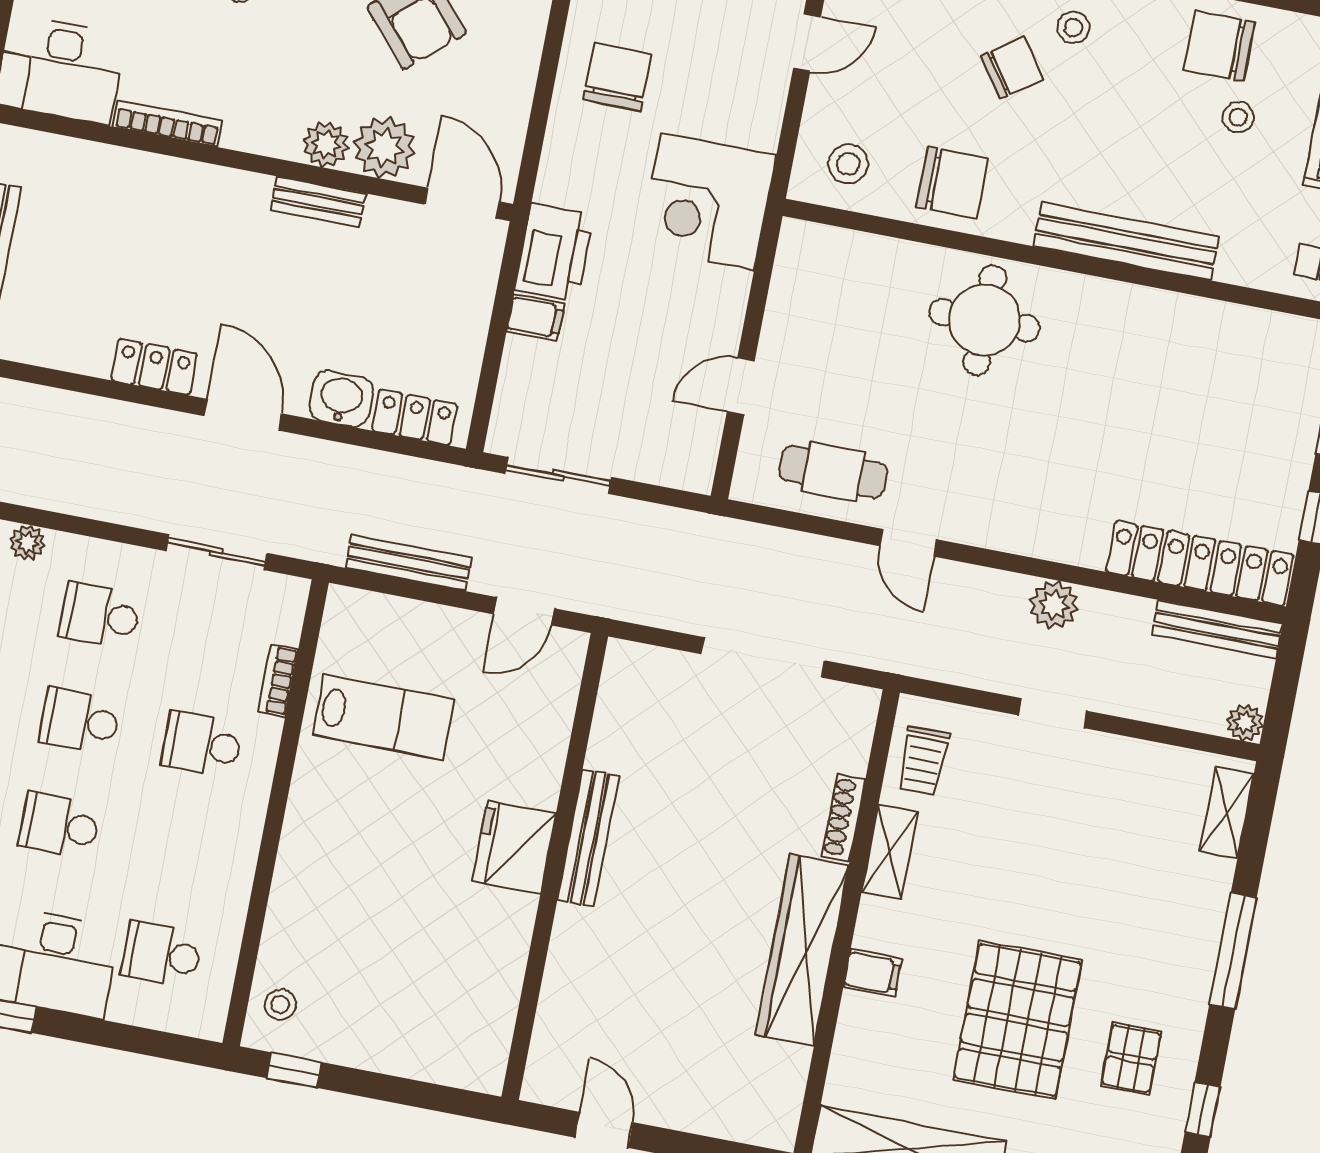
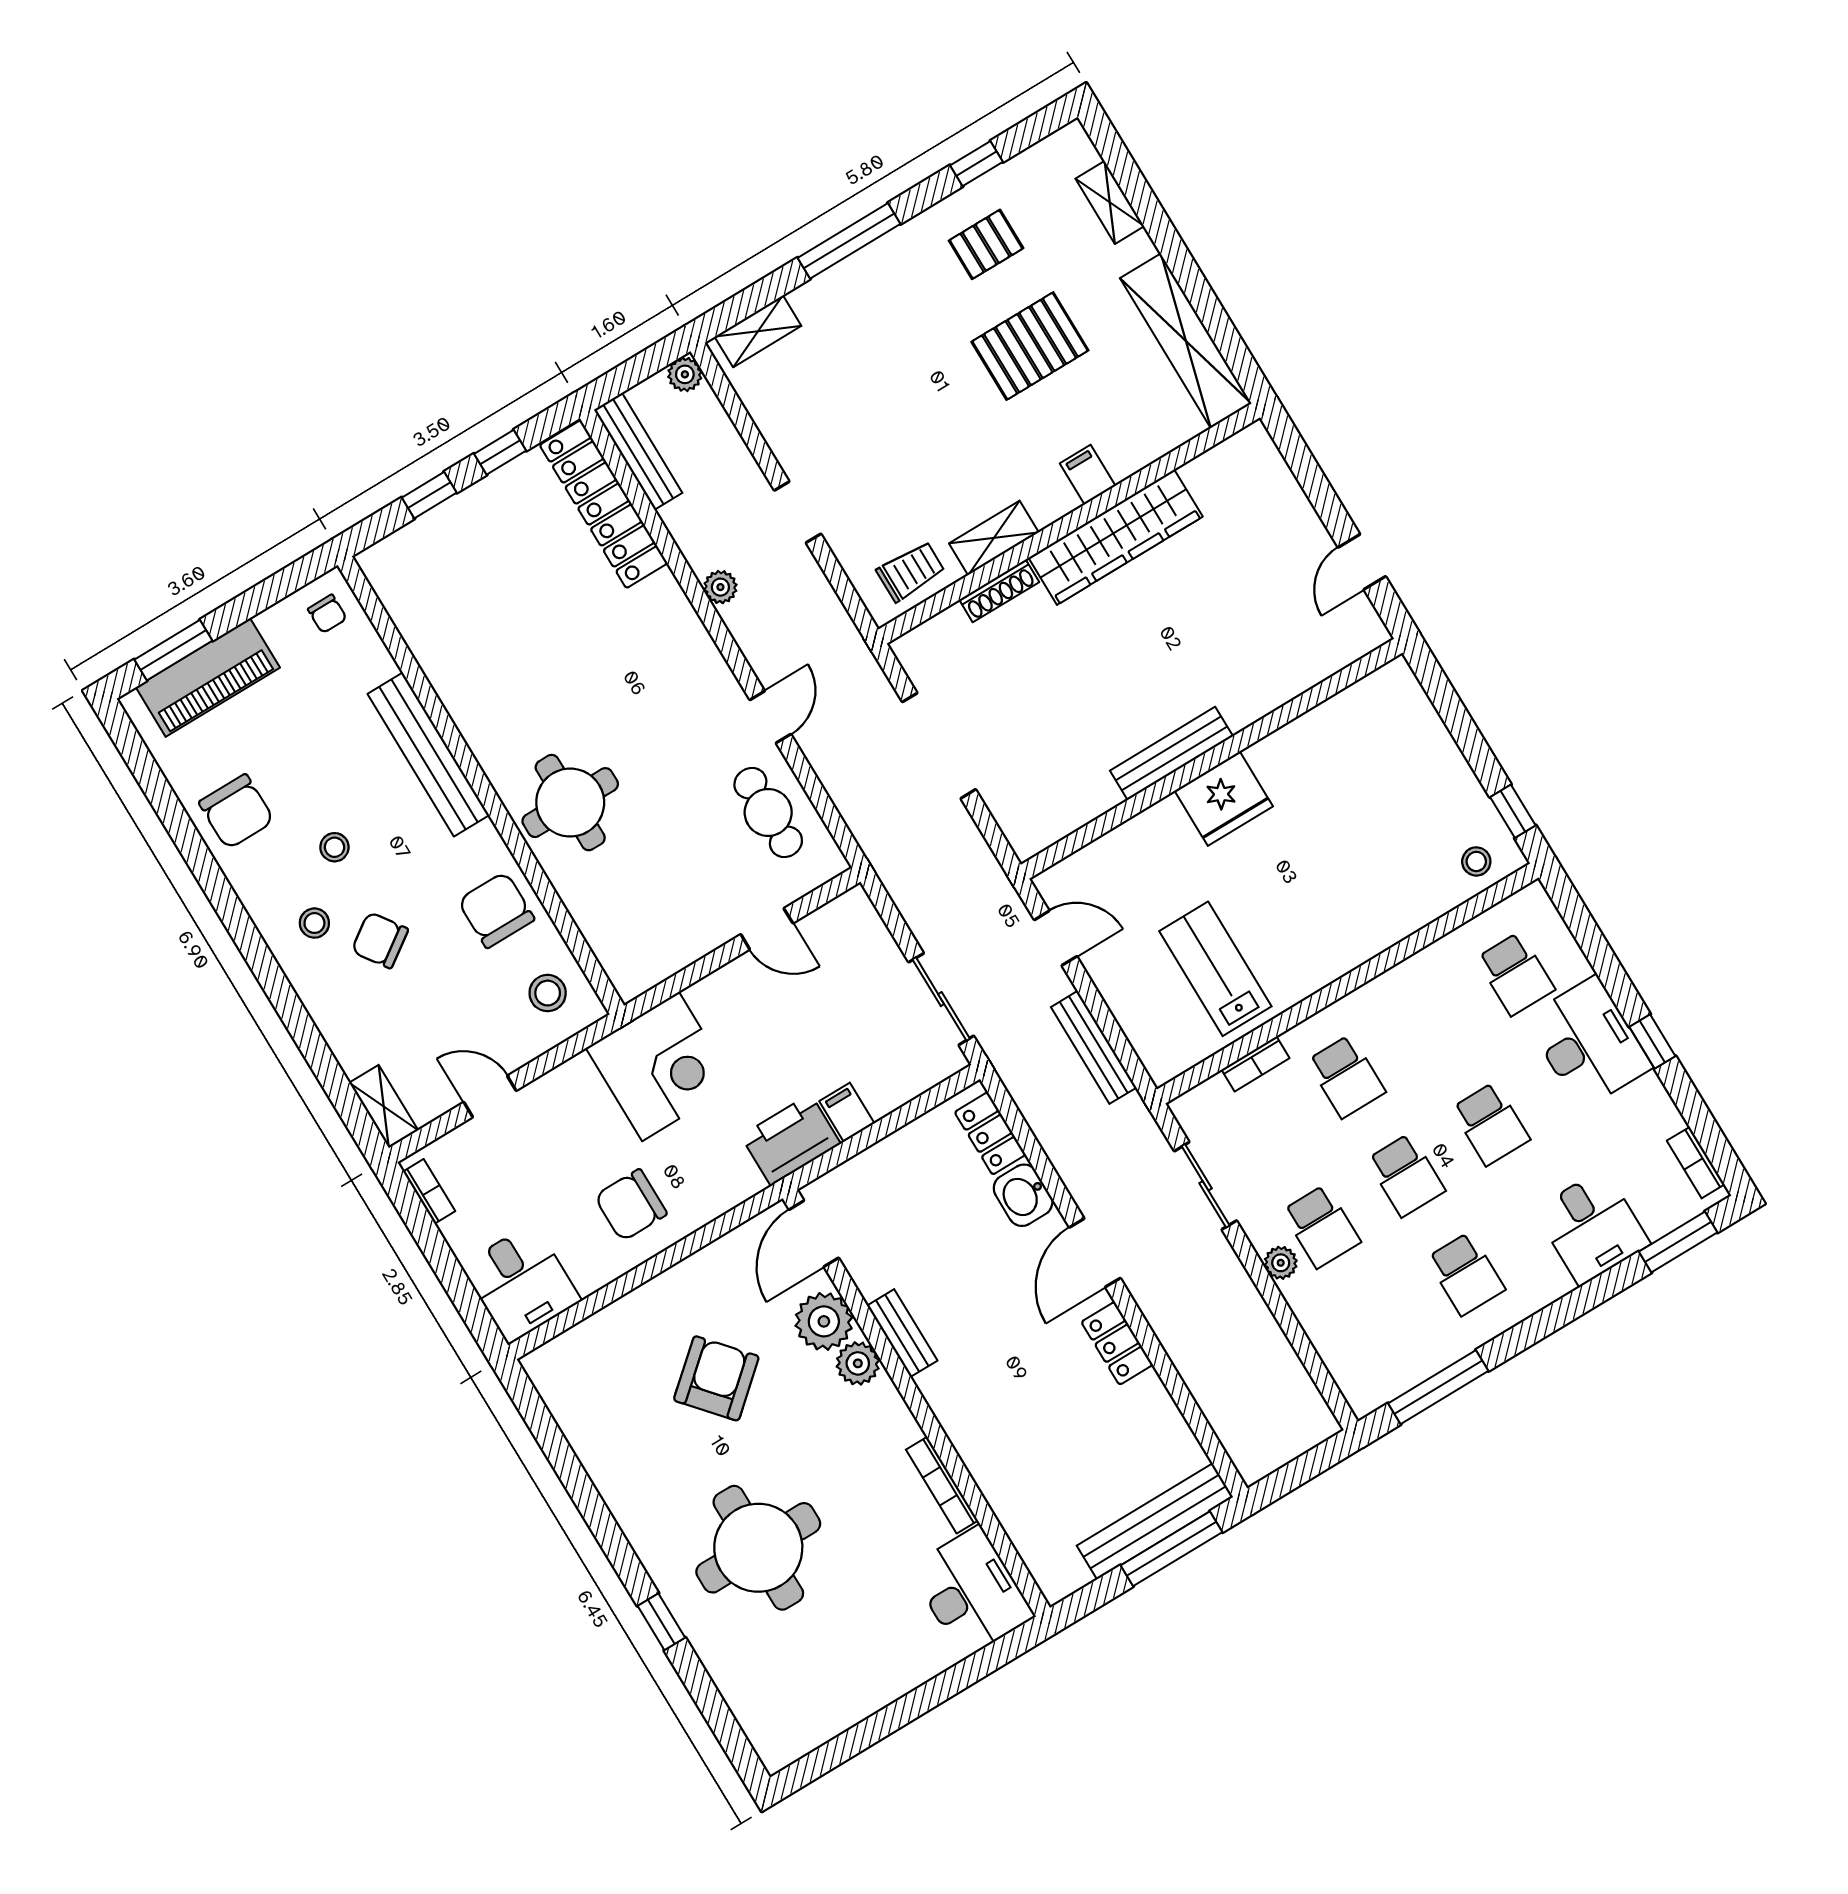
stool: (1238, 117) -> (334, 847), moved
plant: (27, 543) -> (1281, 1263), moved
plant: (1054, 605) -> (720, 587), width x0.73, depth x0.73
pallet: (1018, 1020) -> (1030, 346), width x0.73, depth x0.71

